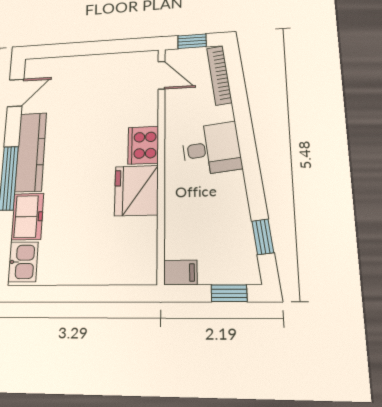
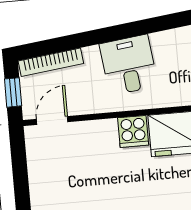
cooker: (143, 145) -> (133, 131), width x0.73

